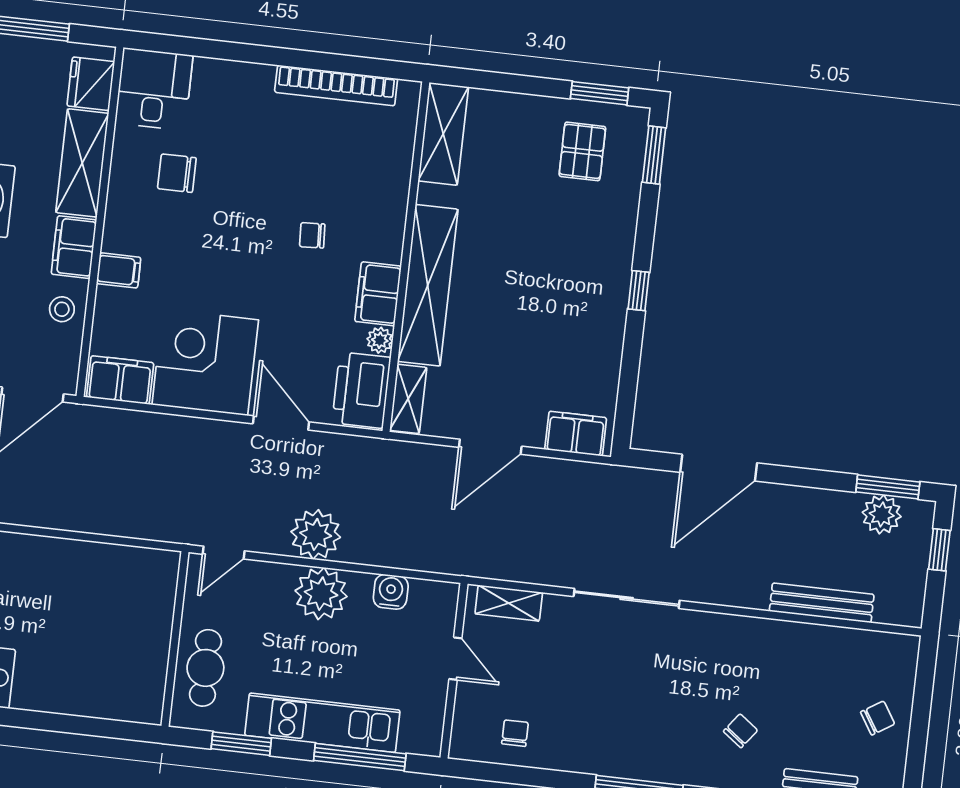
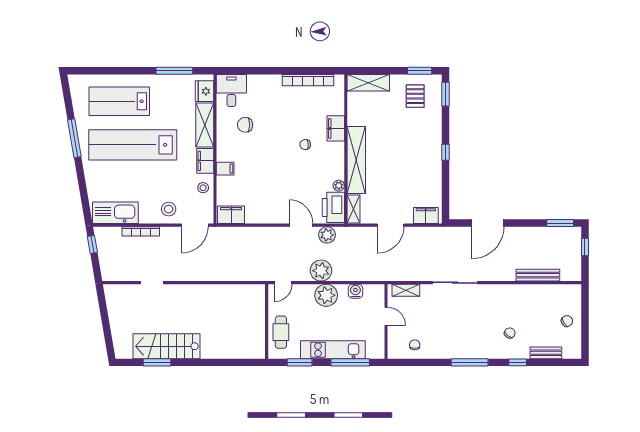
shelving: (443, 134) -> (368, 83), moved, turned 90
filing cabinet: (378, 294) -> (336, 128), moved
corner desk: (205, 362) -> (266, 203), removed
plant: (882, 514) -> (327, 235), moved

